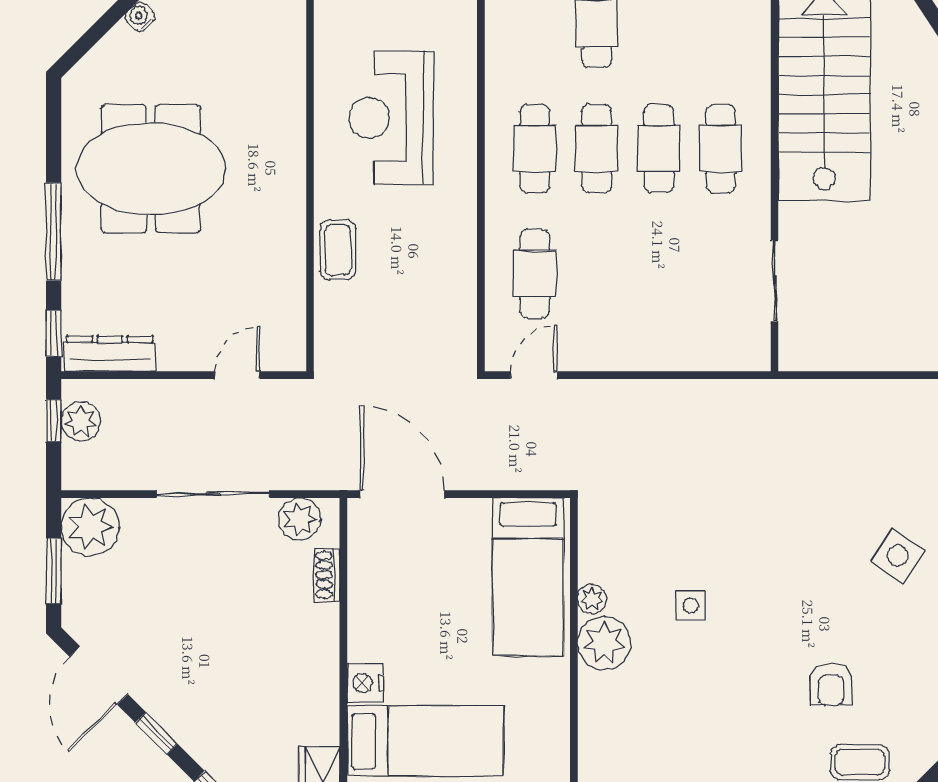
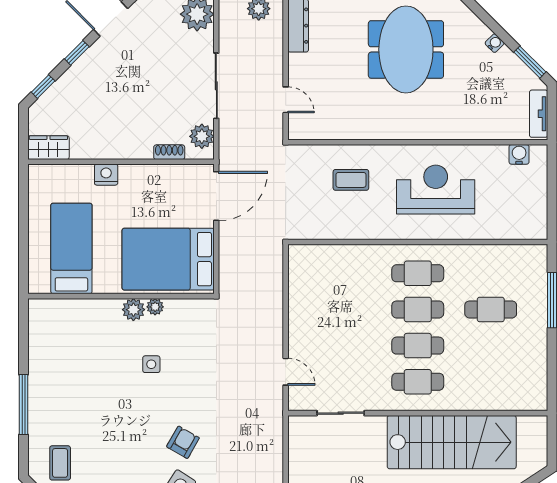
coffee table: (338, 250) -> (351, 180), moved
cafe table: (535, 274) -> (345, 273), removed
door: (534, 375) -> (286, 372), moved
bed: (528, 577) -> (168, 259), width x1.50
plant: (604, 643) -> (133, 310), width x0.73, depth x0.73
armchair: (831, 684) -> (183, 442), moved, turned 120
bed: (425, 741) -> (71, 248), moved, turned 180

